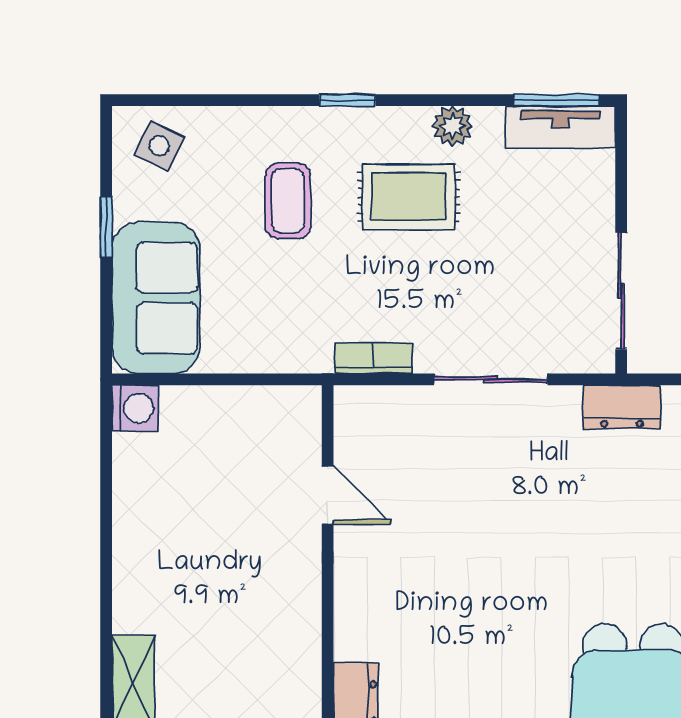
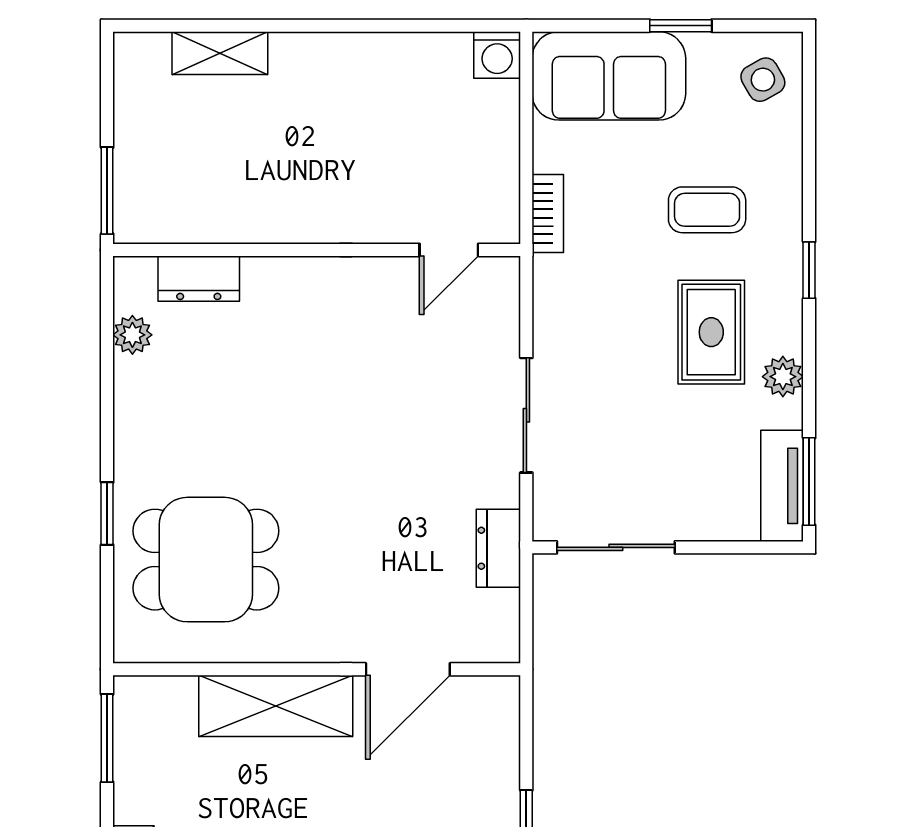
side table: (159, 146) -> (763, 80), turned 34
bookcase: (373, 358) -> (548, 214), moved
door: (328, 495) -> (449, 250), moved

